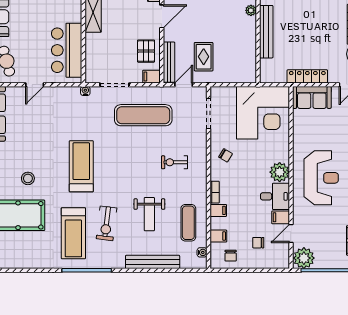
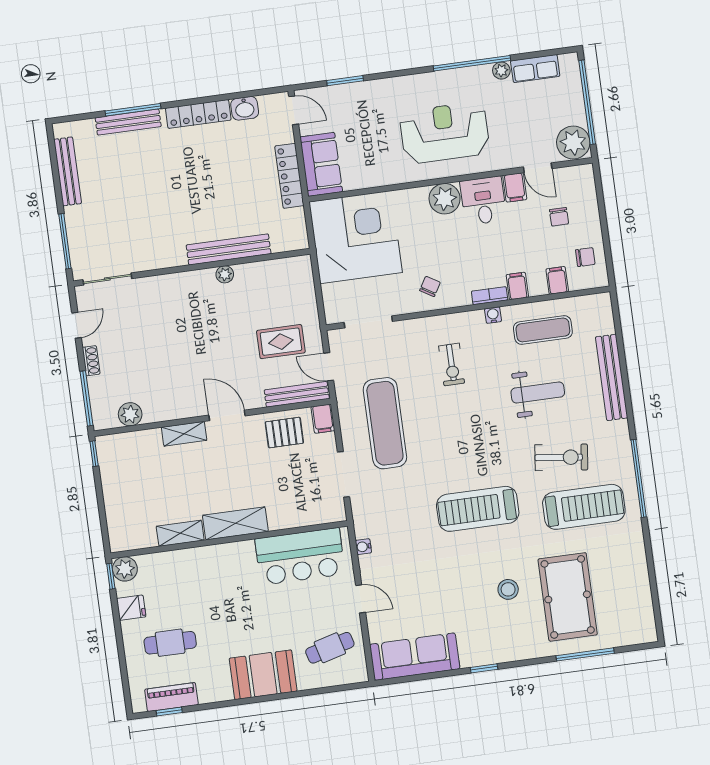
plant: (251, 10) -> (225, 274), moved
water cooler: (85, 91) -> (363, 547), moved
water cooler: (202, 252) -> (493, 315), moved

